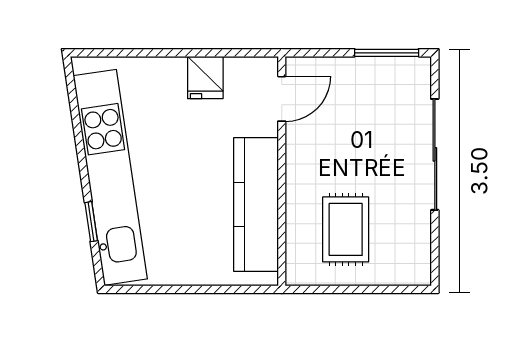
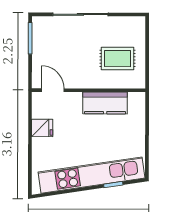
kitchen counter: (256, 205) -> (105, 103), width x0.67

